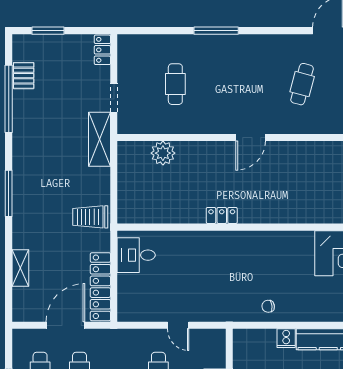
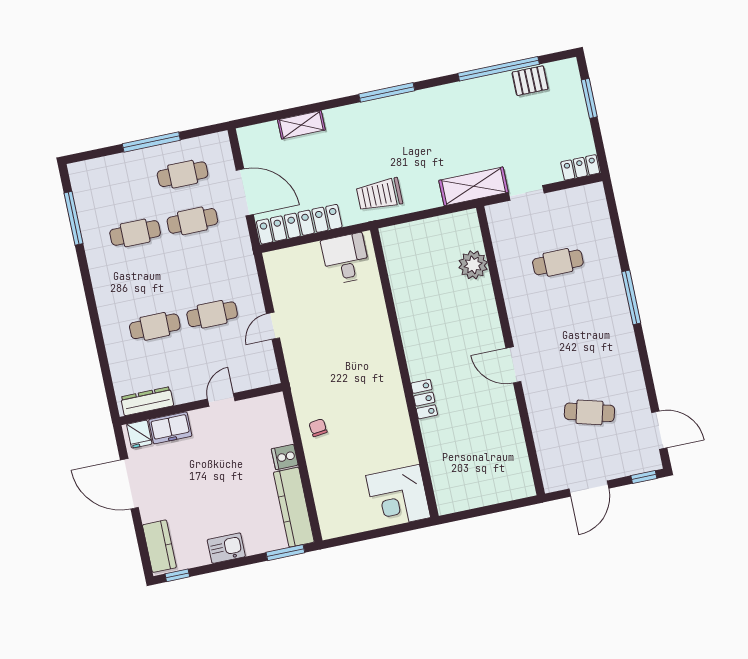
locker: (222, 215) -> (424, 399), moved
trolley: (90, 217) -> (379, 195), turned -90

